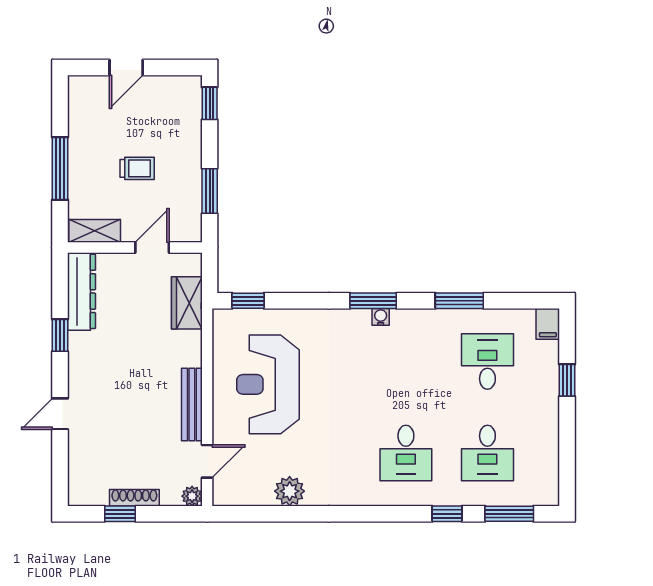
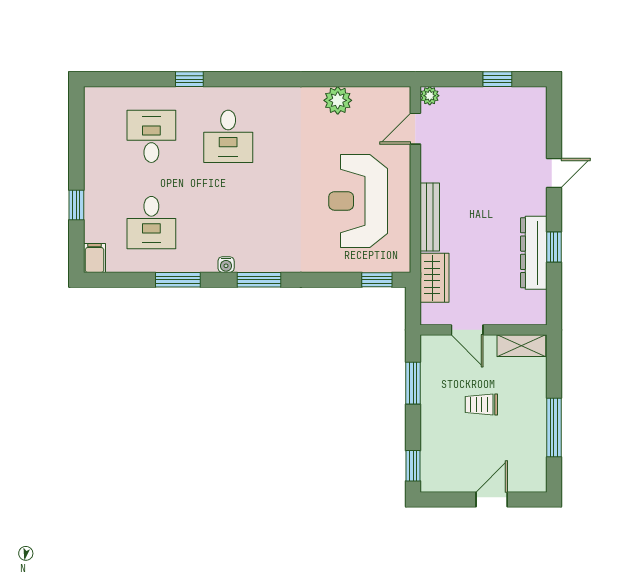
window: (60, 168) -> (554, 427), moved
door: (152, 248) -> (467, 330), hinge flipped
dresser: (82, 291) -> (534, 253), moved
water cooler: (381, 317) -> (226, 265), moved
reception desk: (268, 384) -> (358, 201), turned 180
bench: (192, 404) -> (430, 217), moved
desk: (406, 453) -> (228, 136), turned 180
shoe rack: (134, 498) -> (484, 94), removed
window: (509, 514) -> (131, 79), removed

